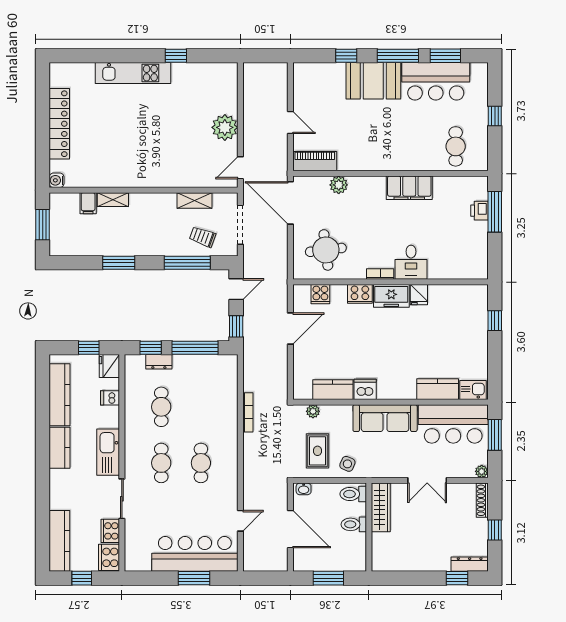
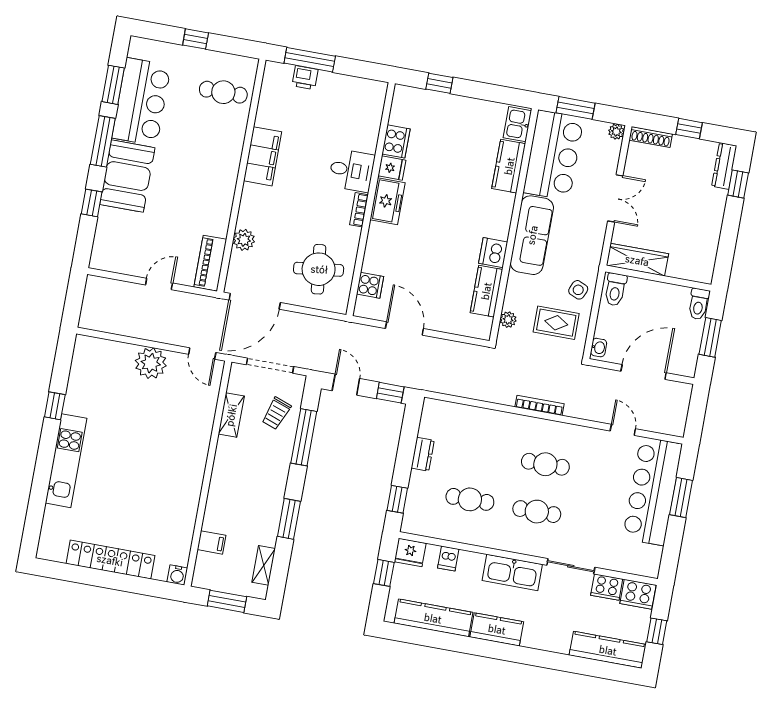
shelving: (113, 200) -> (264, 565), moved
cooker: (360, 294) -> (396, 141), moved
window: (195, 348) -> (407, 446), removed
dresser: (159, 362) -> (423, 454), moved
bookcase: (248, 412) -> (539, 405), moved
toilet: (354, 524) -> (699, 304), moved

